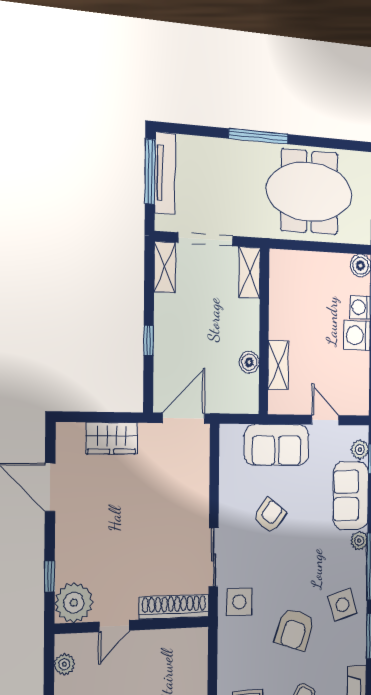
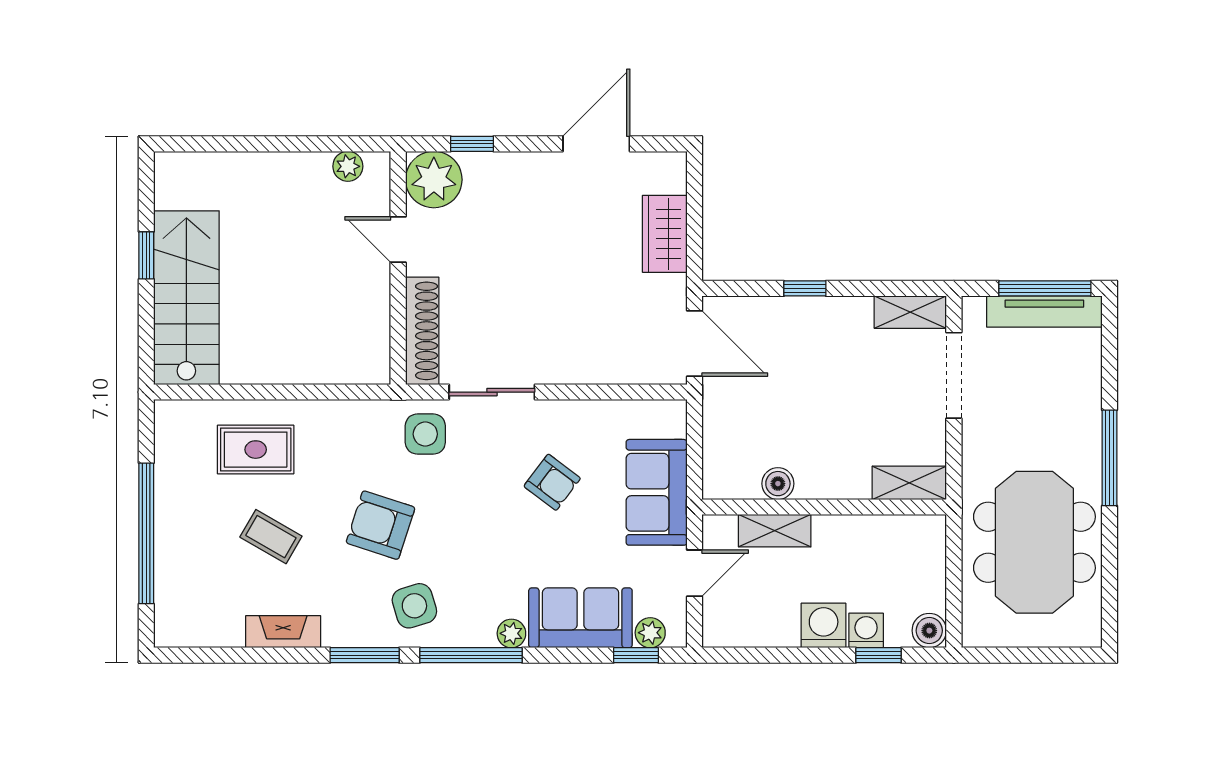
shelving: (250, 273) -> (909, 483), moved
wall: (264, 331) -> (824, 507), moved
boiler: (249, 362) -> (778, 484), moved
shelving: (278, 365) -> (775, 531), moved

